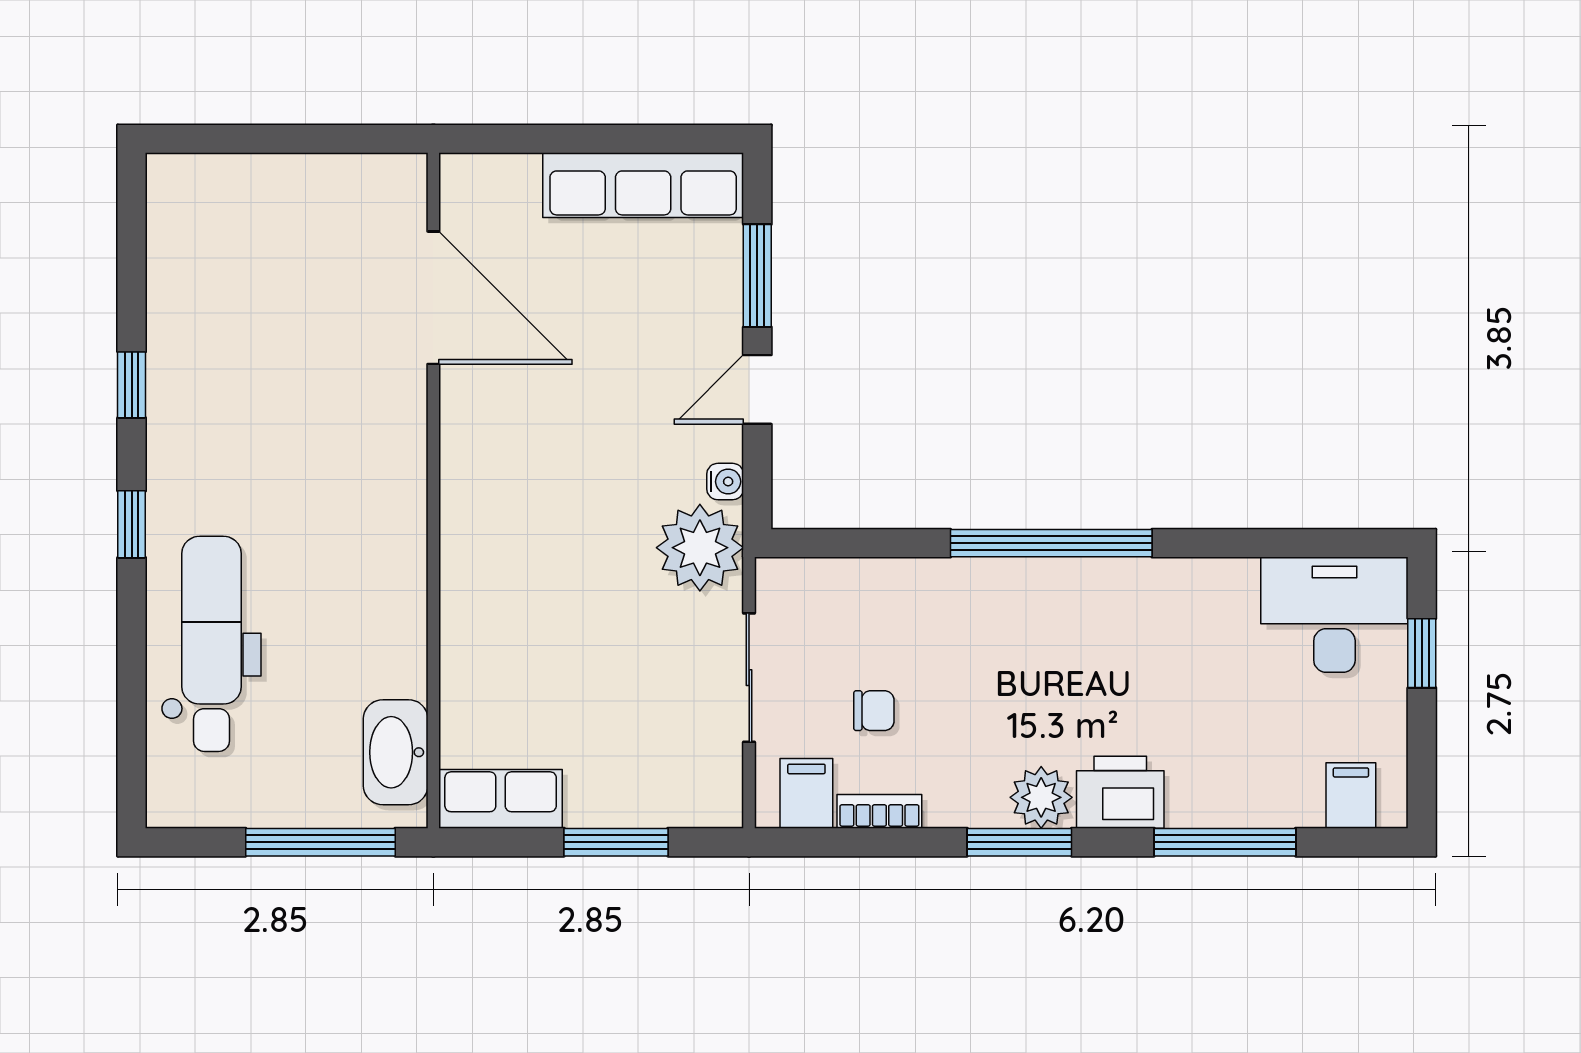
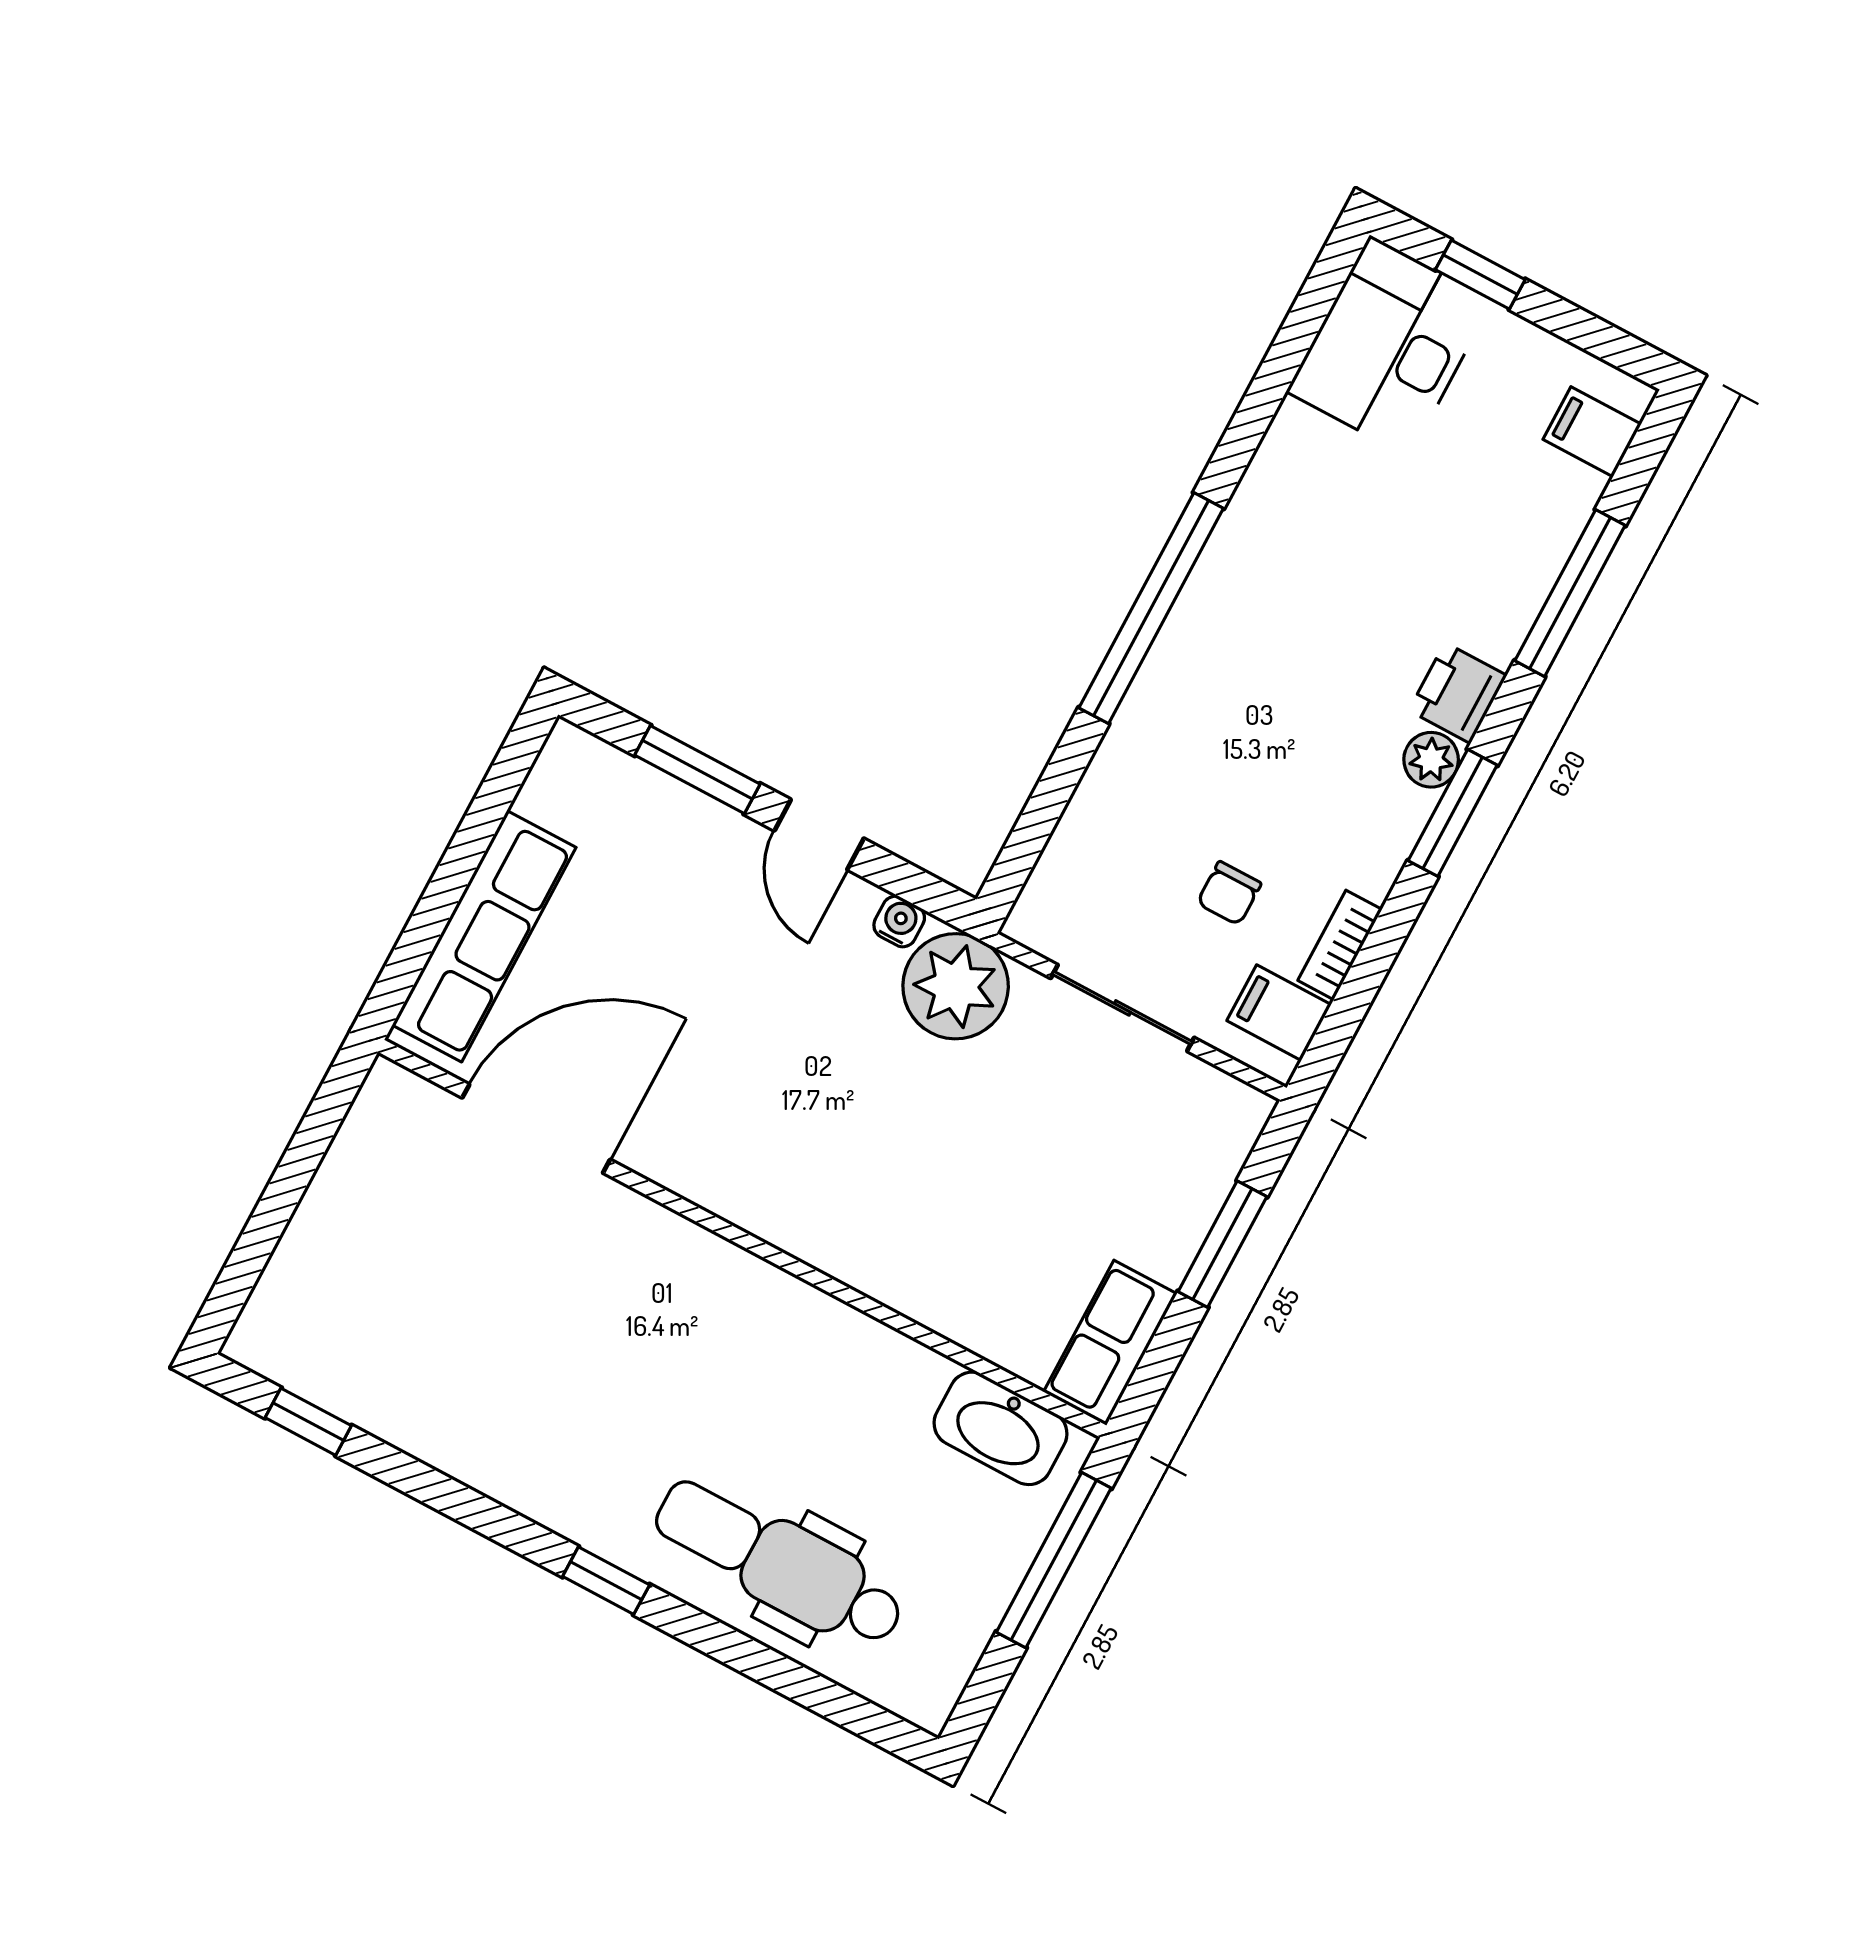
row of seats: (643, 185) -> (484, 936), moved
window: (132, 385) -> (308, 1422), moved
chair: (874, 711) -> (1229, 893), turned 180
printer: (1120, 792) -> (1458, 693), width x0.73, depth x0.81
plant: (1041, 797) -> (1431, 760), width x0.73, depth x0.73

